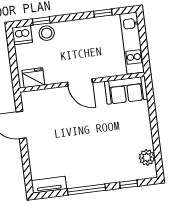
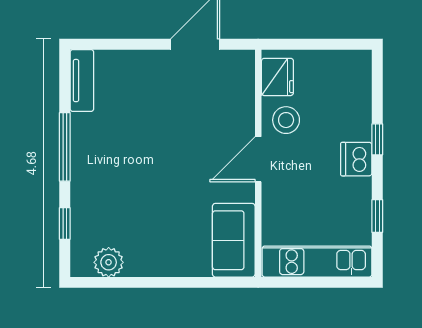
window: (41, 21) -> (377, 139), moved
stool: (47, 33) -> (286, 120), moved
dishwasher: (22, 35) -> (356, 159), moved

